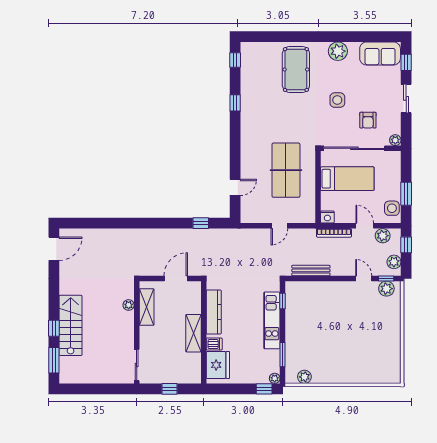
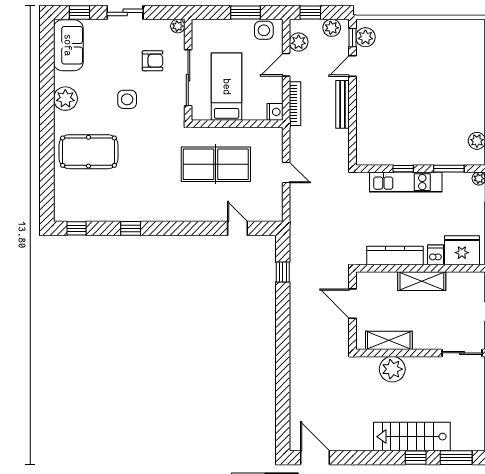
sliding door: (354, 148) -> (188, 78), width x0.73
bench: (311, 270) -> (343, 104), moved
window: (283, 301) -> (403, 169), moved
plant: (129, 305) -> (392, 369), width x1.87, depth x1.87

